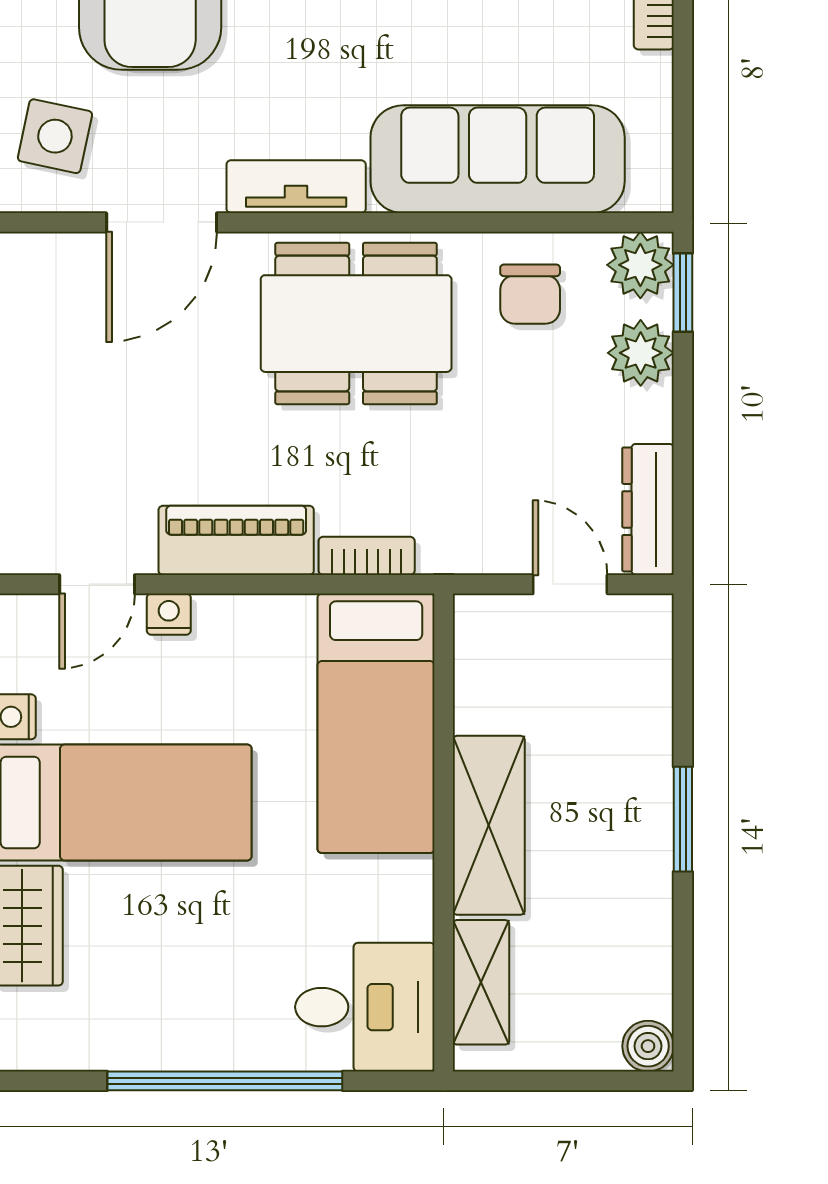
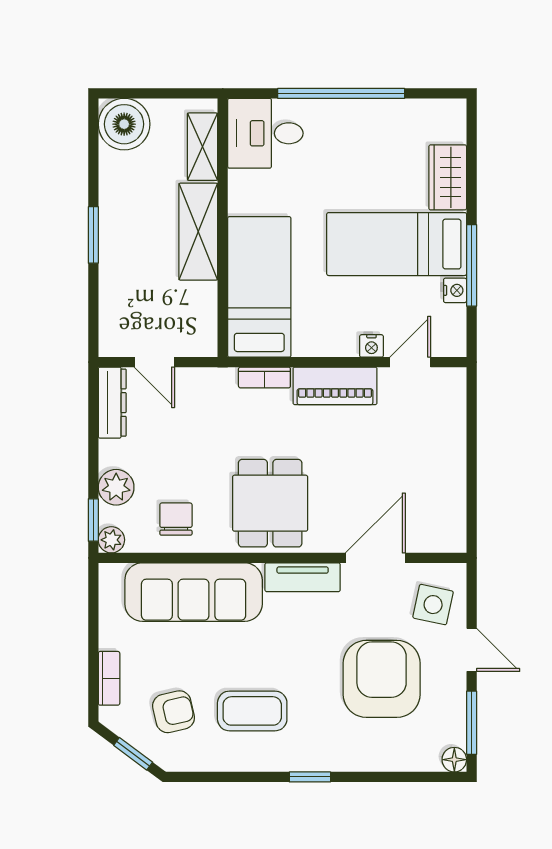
plant: (640, 265) -> (111, 540), width x0.73, depth x0.73
dining table: (356, 324) -> (270, 503), width x0.73
boiler: (648, 1046) -> (124, 124), width x1.86, depth x1.86

